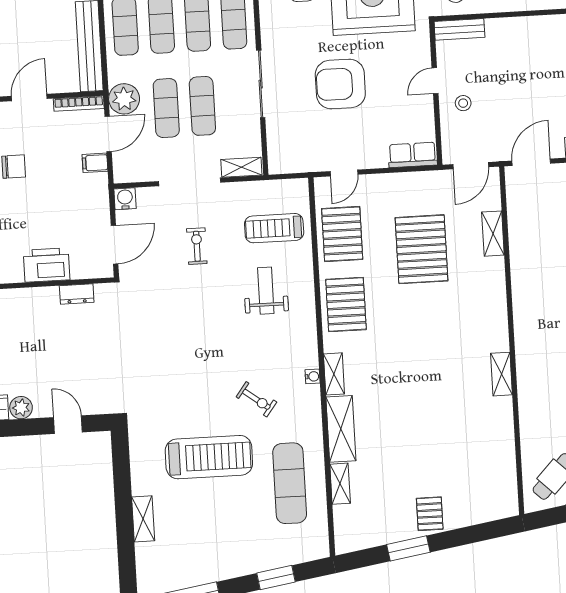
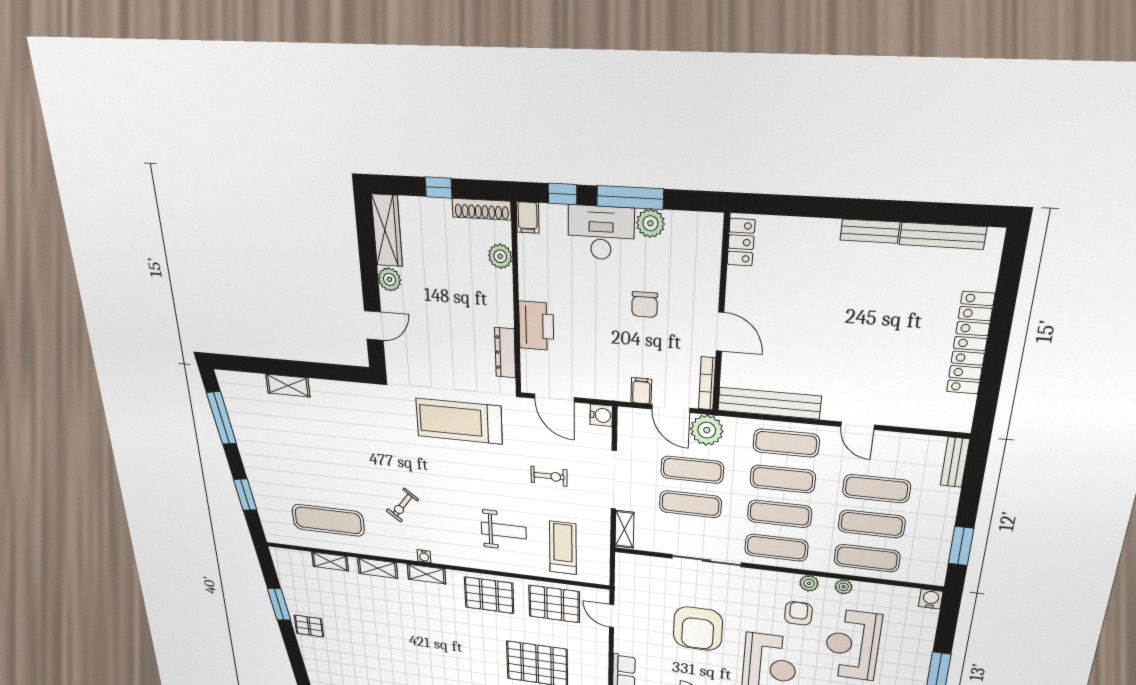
armchair: (340, 84) -> (698, 629), turned 180
dresser: (77, 294) -> (505, 353), width x1.44
shelving: (341, 429) -> (378, 568), width x0.67, depth x0.75
treadmill: (209, 457) -> (459, 421), moved, turned 90

